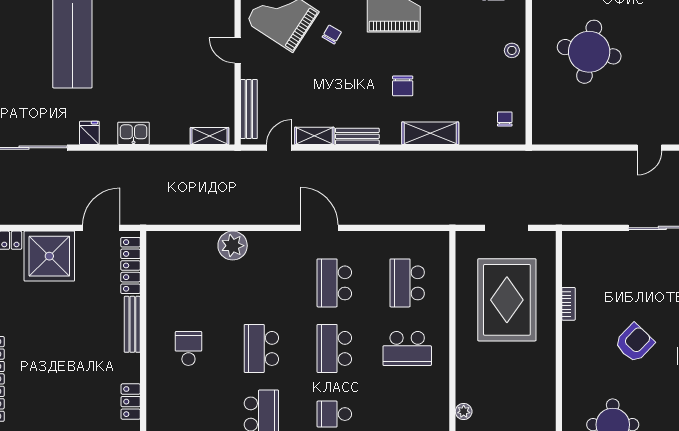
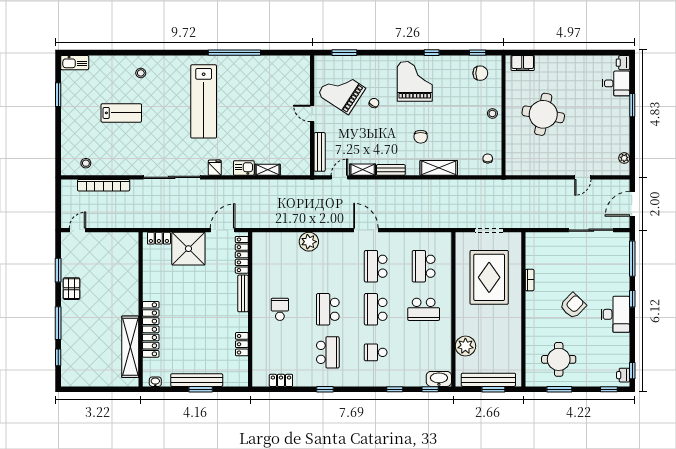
shelving: (210, 136) -> (268, 170), moved
plant: (464, 411) -> (465, 346), width x1.87, depth x1.87

